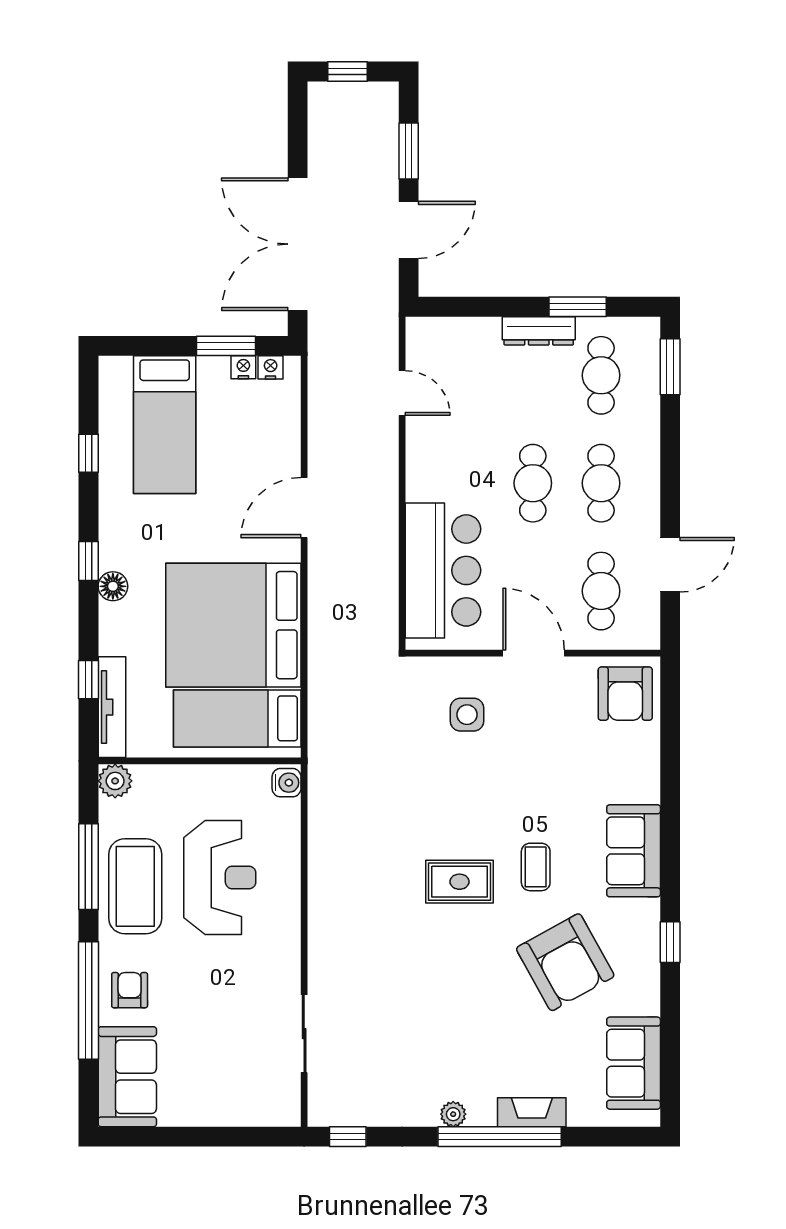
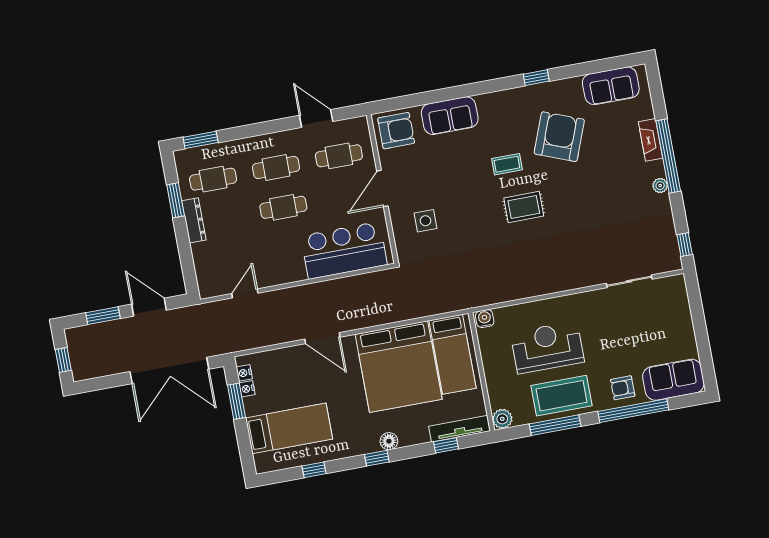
sofa: (634, 851) -> (450, 116), moved
rug: (460, 882) -> (524, 207), turned 90
armchair: (565, 962) -> (559, 137), turned -40

